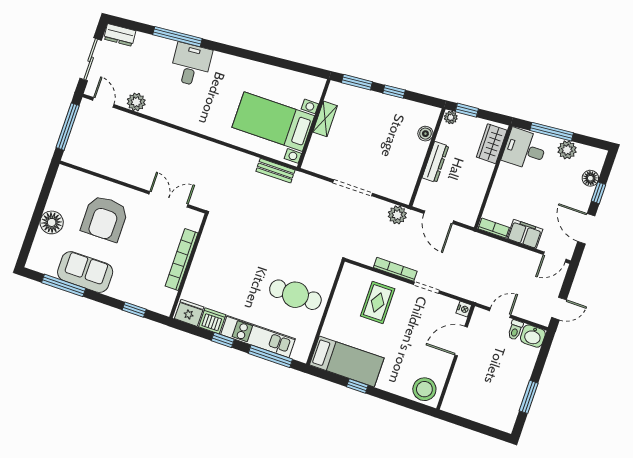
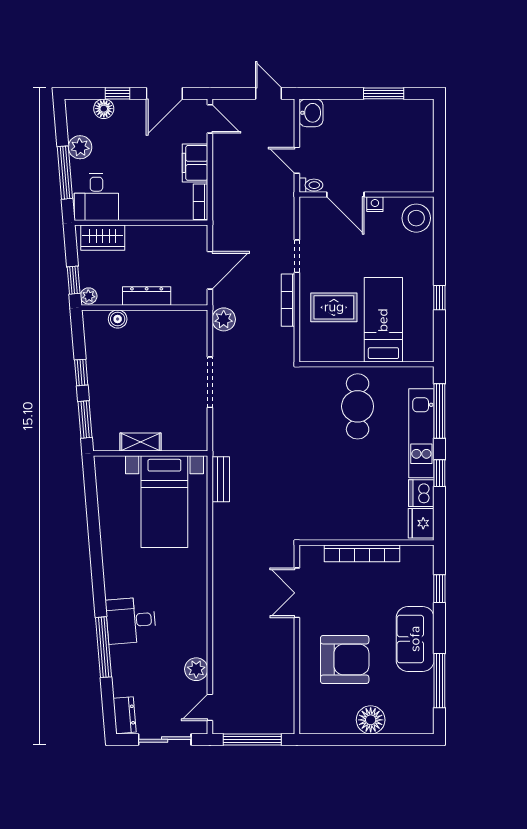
sofa: (85, 272) -> (415, 639), moved
nightstand: (464, 309) -> (375, 204), moved
toilet: (515, 330) -> (311, 185), moved
bed: (347, 361) -> (383, 320), moved

